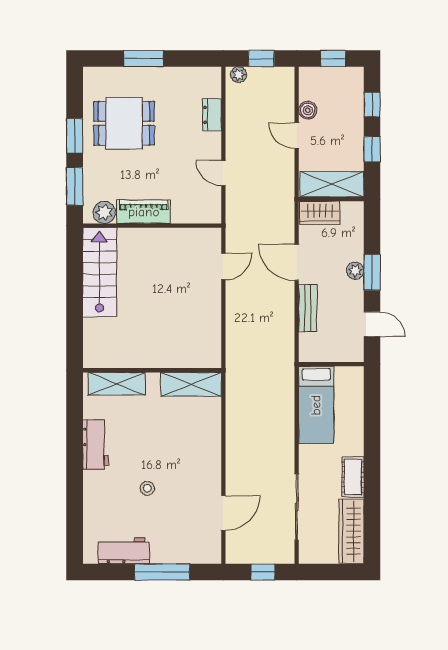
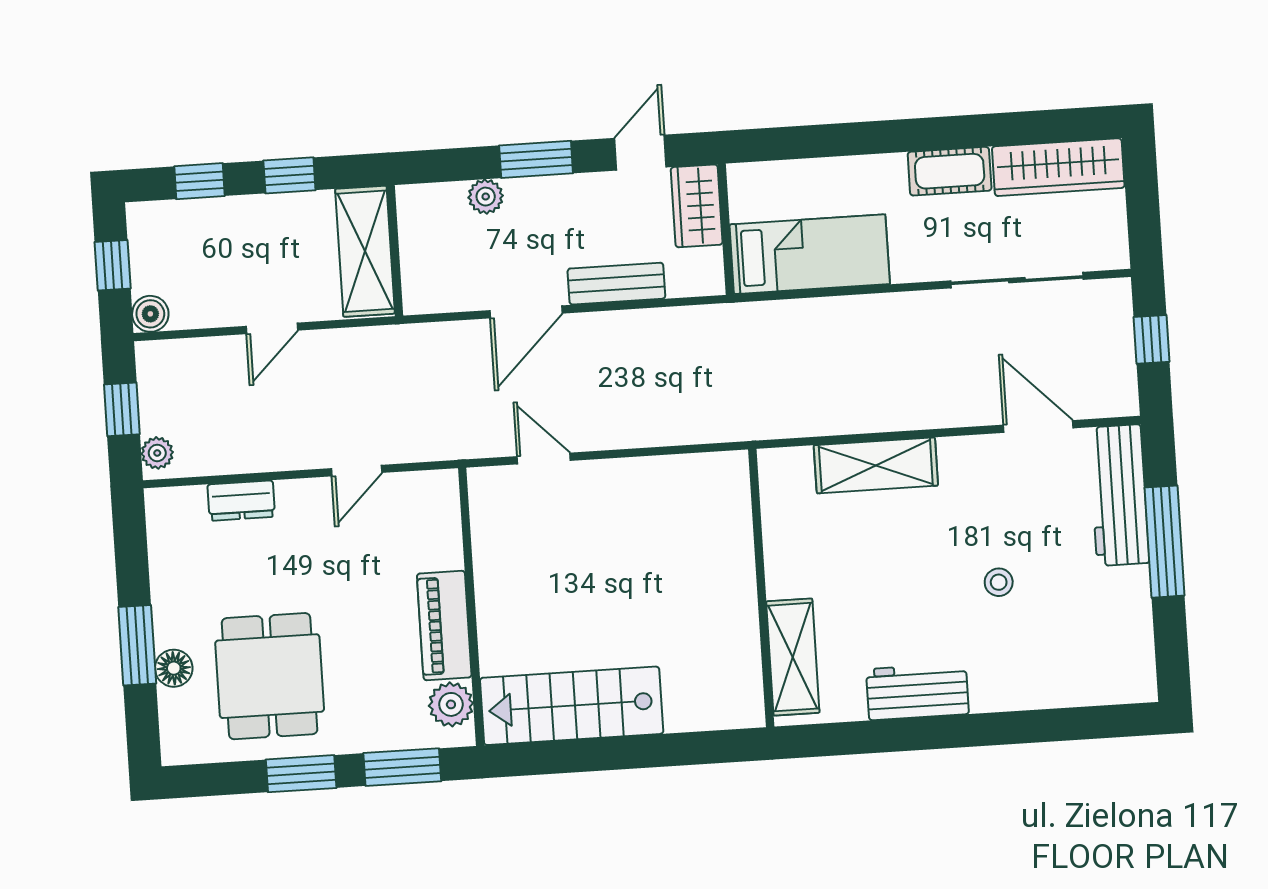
floor lamp: (131, 76) -> (174, 668), added
boiler: (308, 110) -> (150, 314), moved
wardrobe: (320, 213) -> (697, 206), moved, turned 180
plant: (355, 271) -> (486, 197), moved
shelving: (191, 384) -> (876, 465), moved, turned 90
workbench: (124, 551) -> (1119, 495), moved, width x1.38

